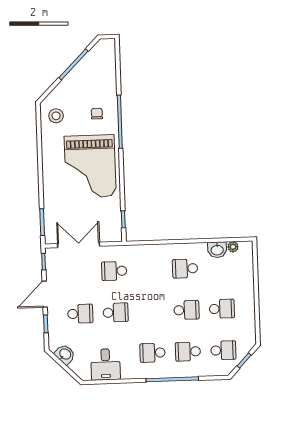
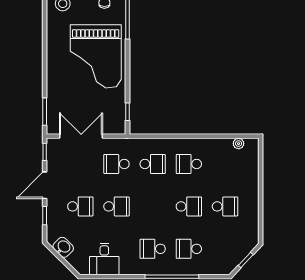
washbasin: (217, 250) -> (222, 146), removed
school desk: (223, 350) -> (153, 164), moved

